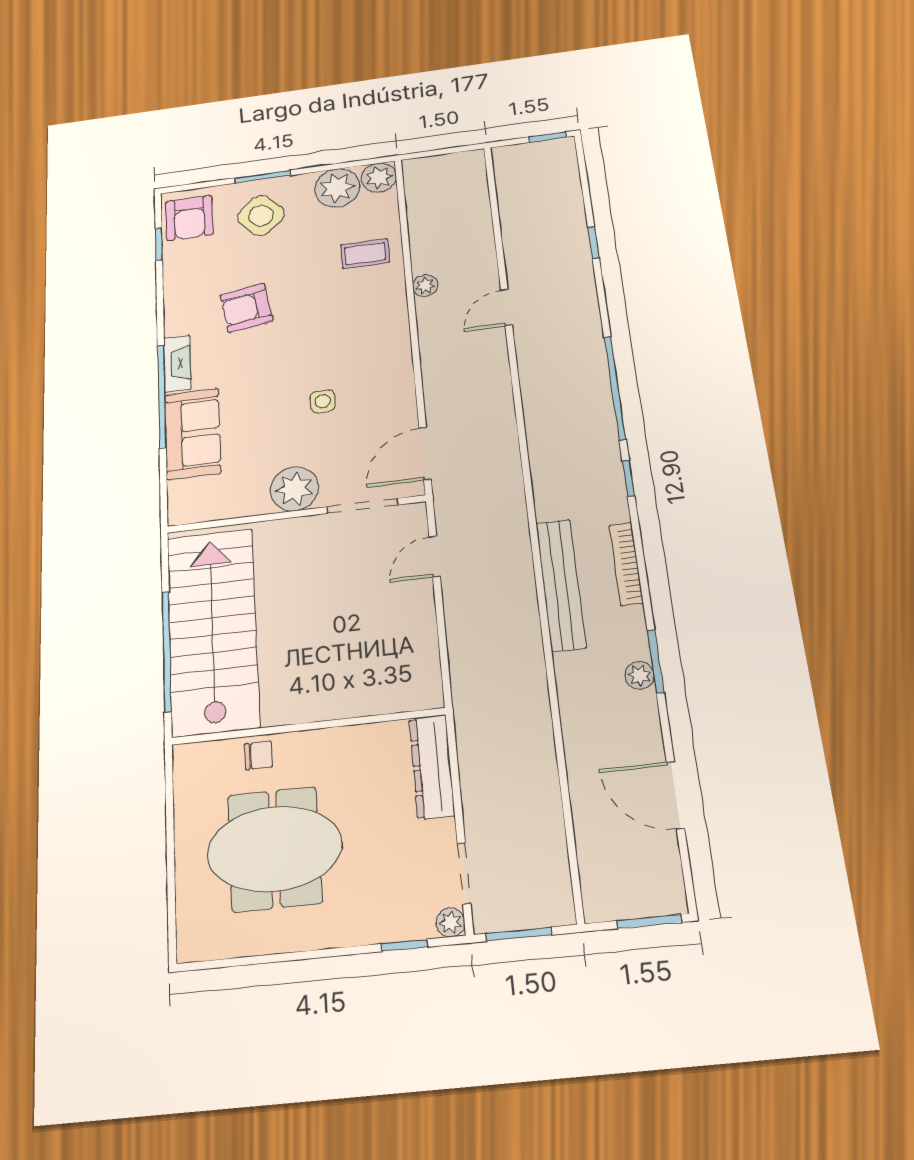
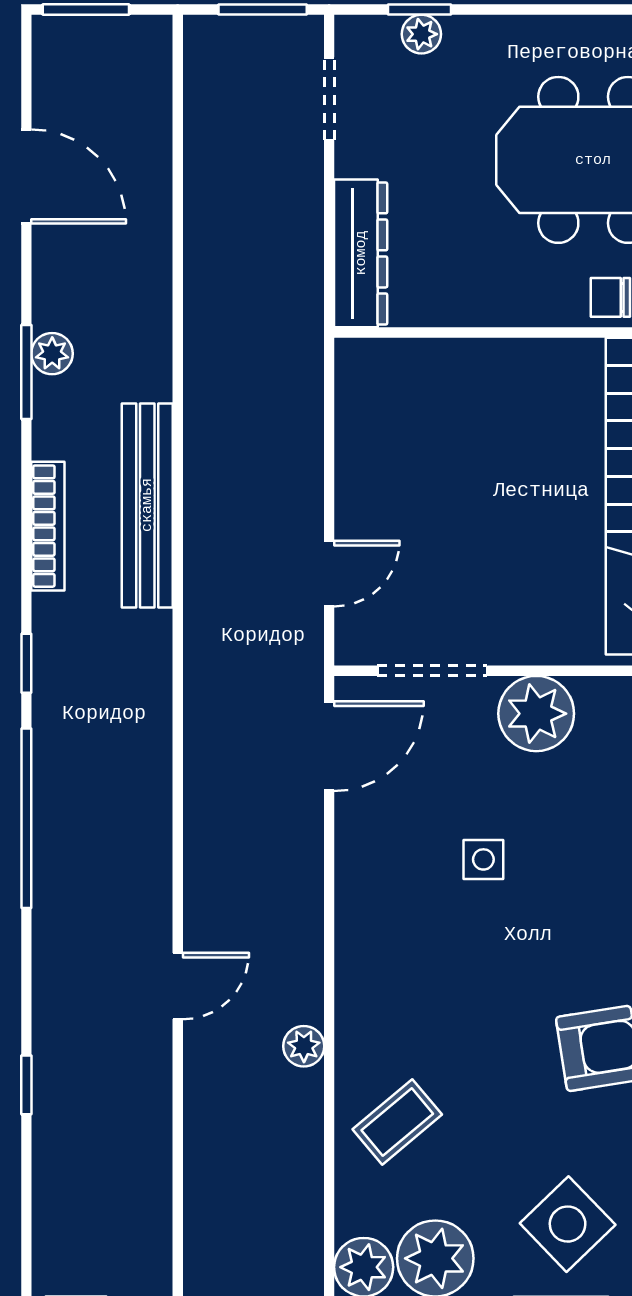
coffee table: (365, 254) -> (397, 1122), turned -40
plant: (450, 922) -> (421, 34), moved

